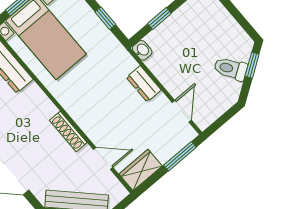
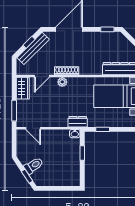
dresser: (144, 84) -> (78, 122), moved
plant: (88, 125) -> (62, 82), added

